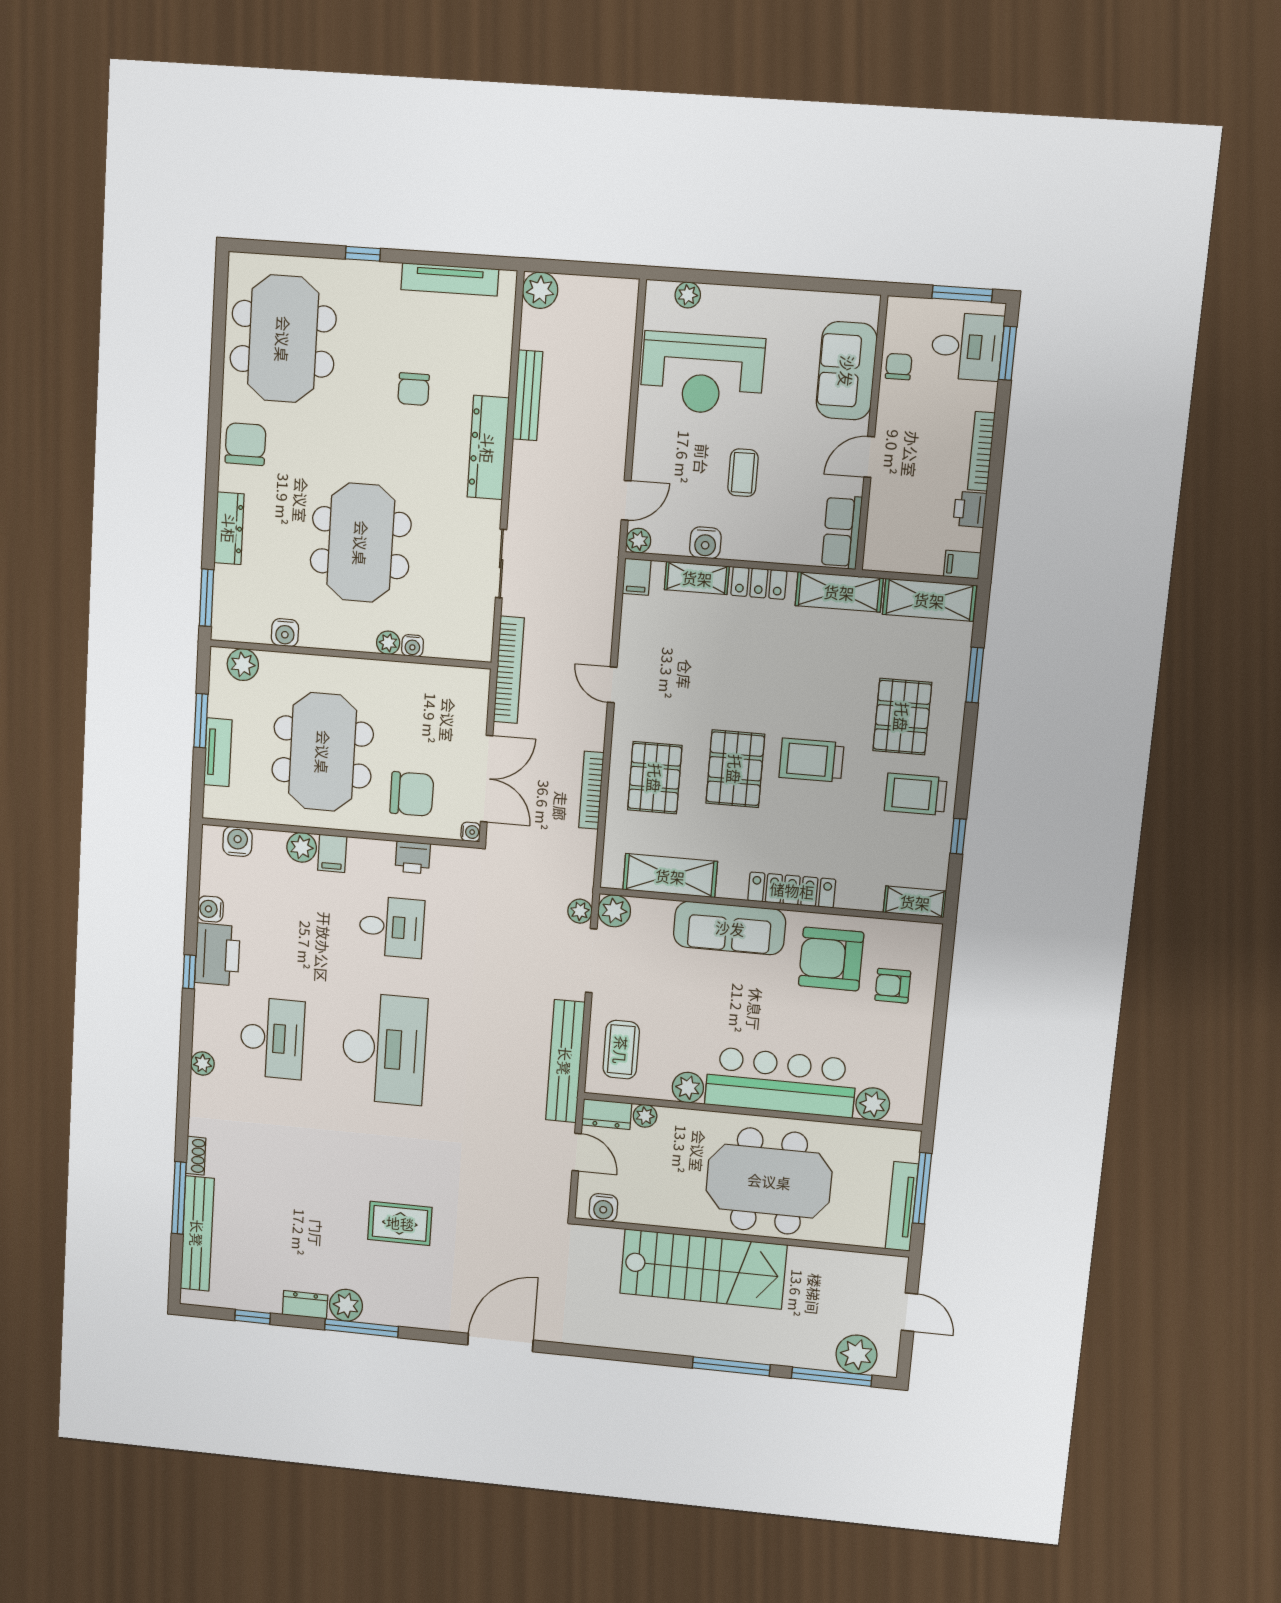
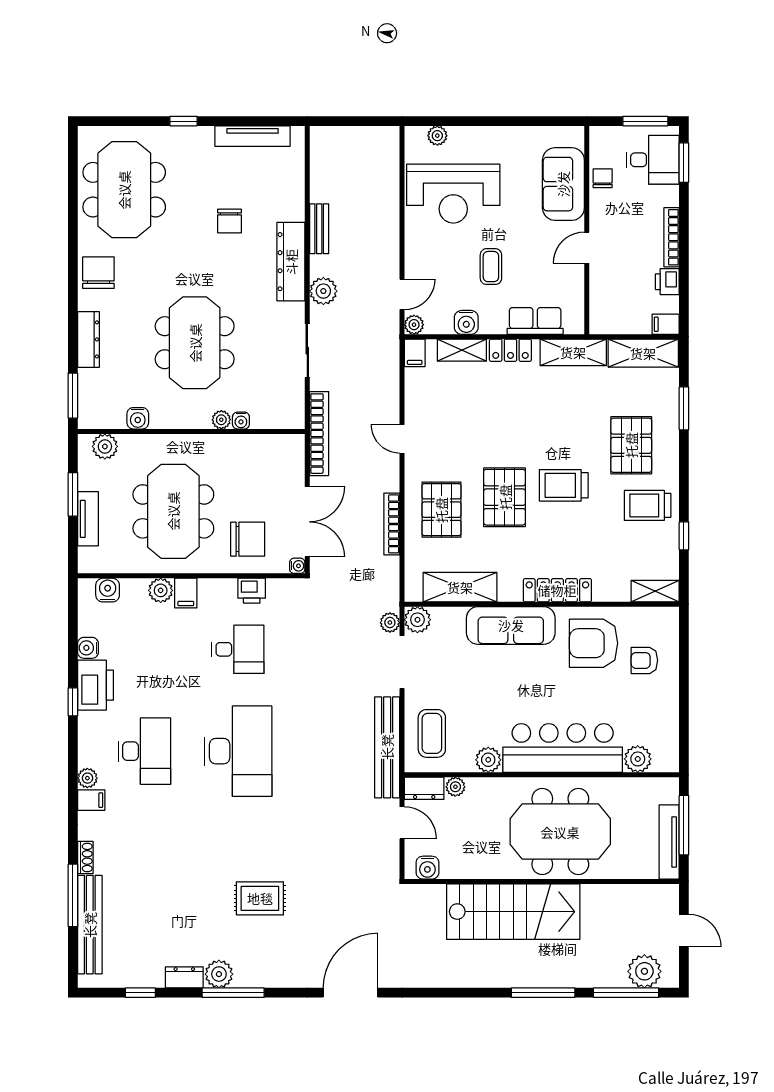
plant: (540, 290) -> (323, 291), moved
bench: (528, 395) -> (319, 229), width x0.73
row of seats: (842, 532) -> (535, 321), moved, turned 90
filing cabinet: (206, 1090) -> (91, 800), added

